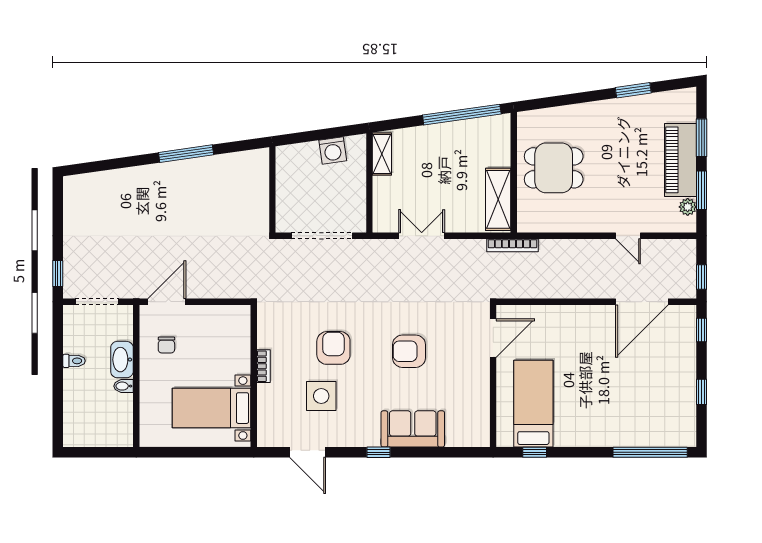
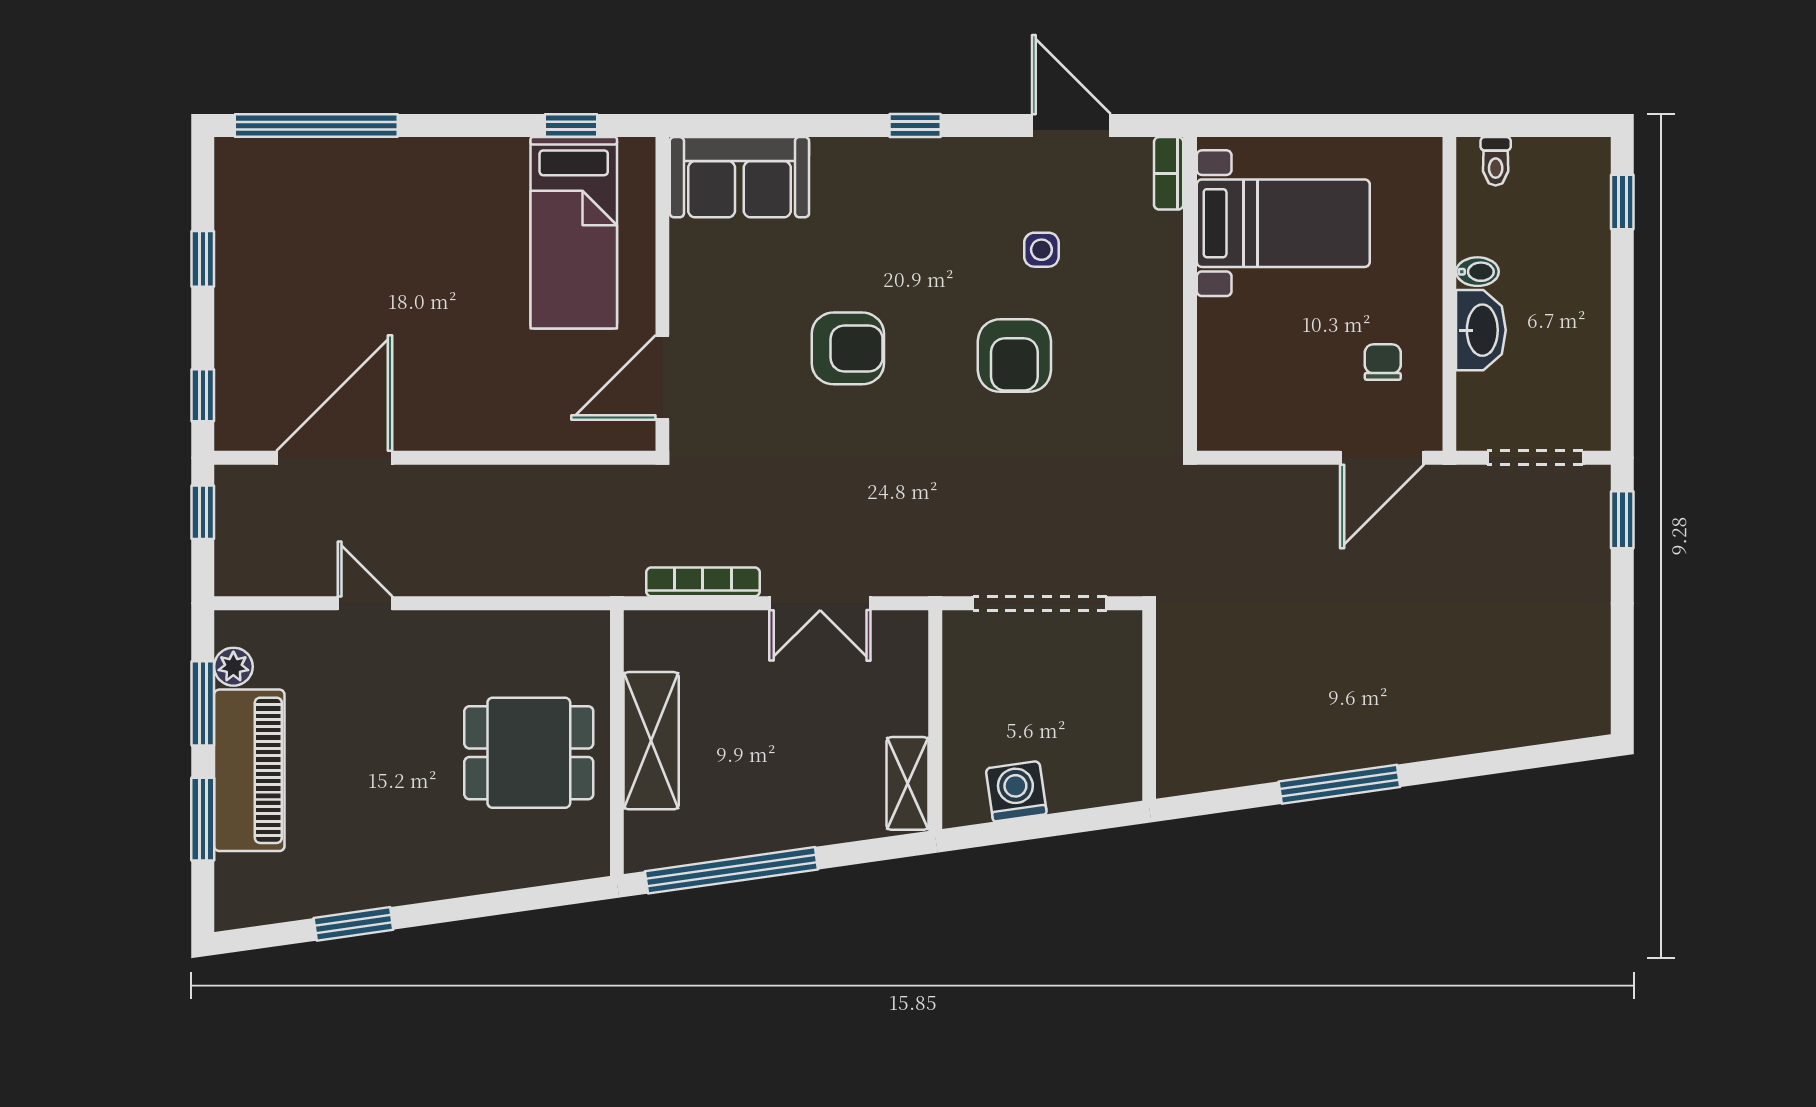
shelving: (498, 199) -> (651, 741), moved
bookcase: (512, 245) -> (703, 582), moved
toilet: (74, 361) -> (1496, 161), moved, turned -90
bookcase: (263, 366) -> (1169, 173), moved
side table: (321, 396) -> (1041, 250), width x0.54, depth x0.54
window: (58, 418) -> (1622, 202), added
sofa: (413, 429) -> (739, 177), moved

